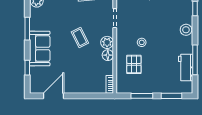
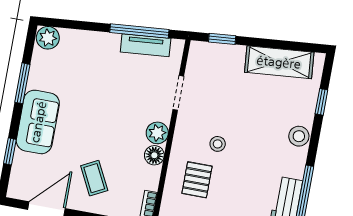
coffee table: (80, 37) -> (94, 178), moved

